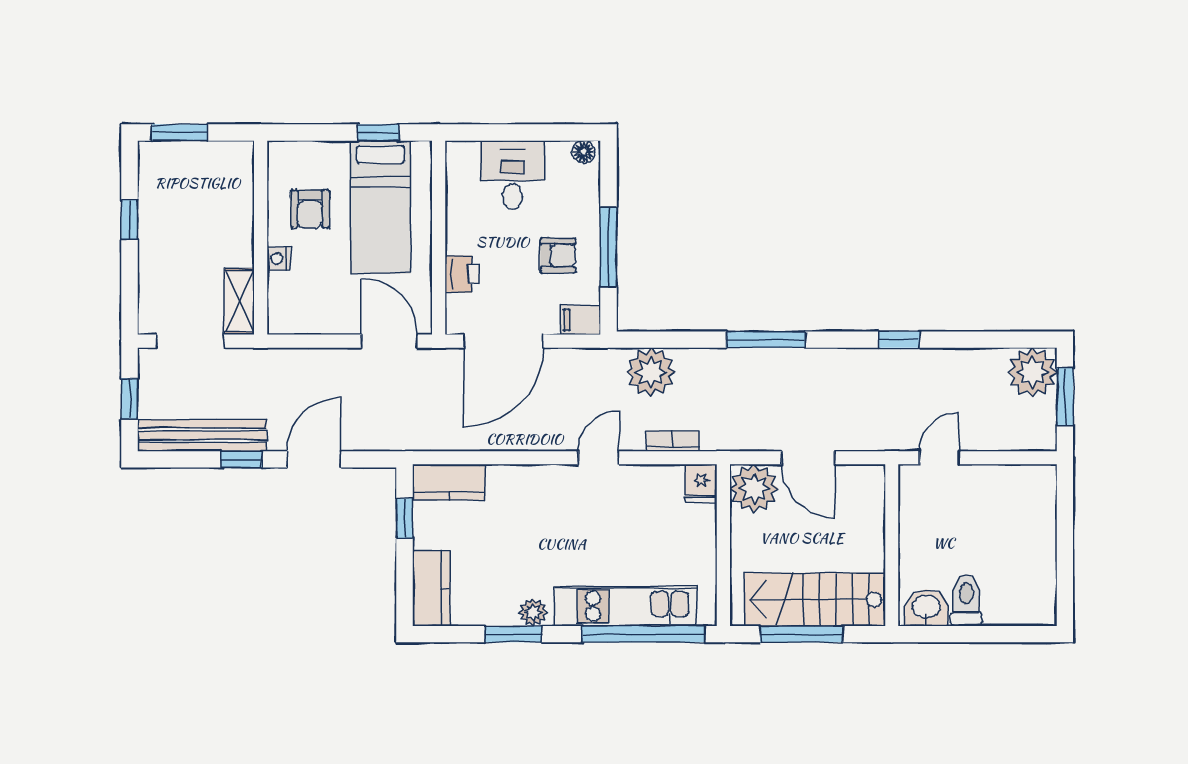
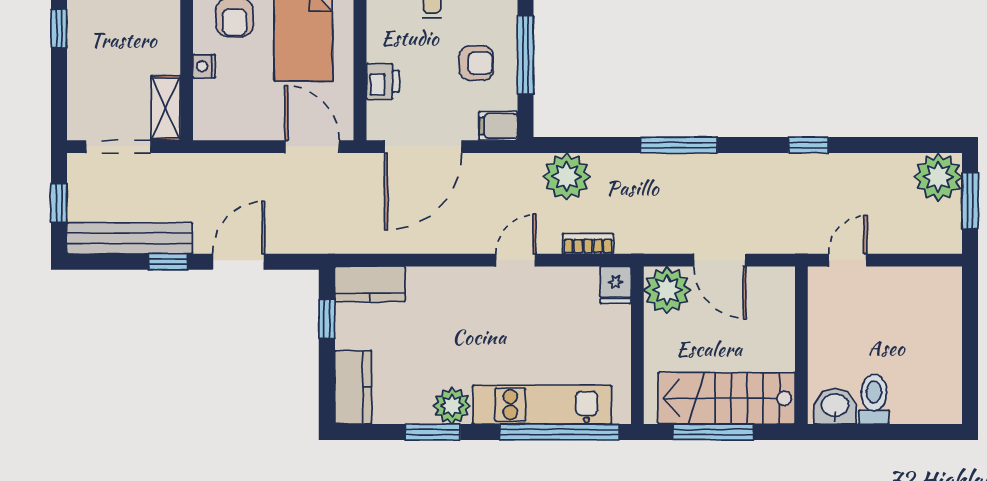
plant: (533, 612) -> (452, 406), width x1.38, depth x1.38

